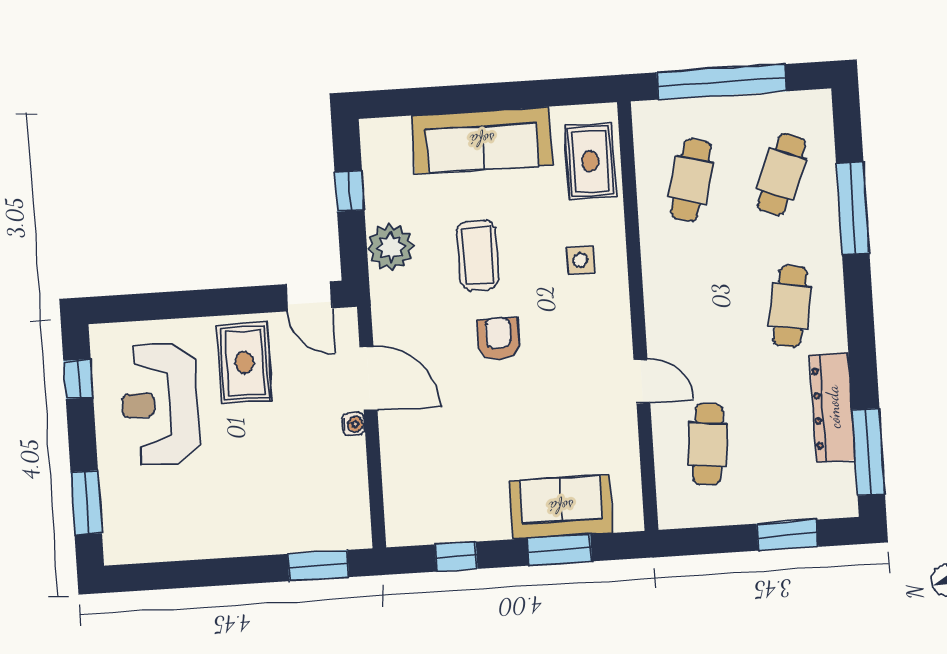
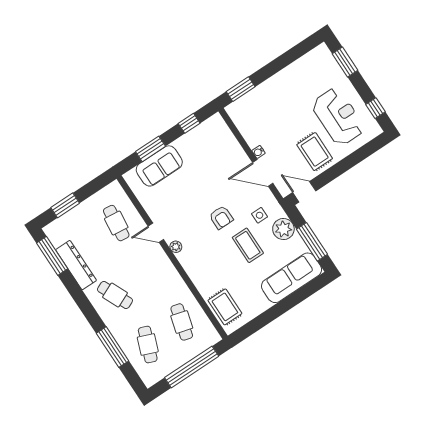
sofa: (482, 140) -> (292, 278), moved
window: (350, 191) -> (312, 242), width x2.17
side table: (580, 260) -> (260, 215), moved
cafe table: (790, 306) -> (115, 295), turned -33
plant: (619, 332) -> (176, 247), added

